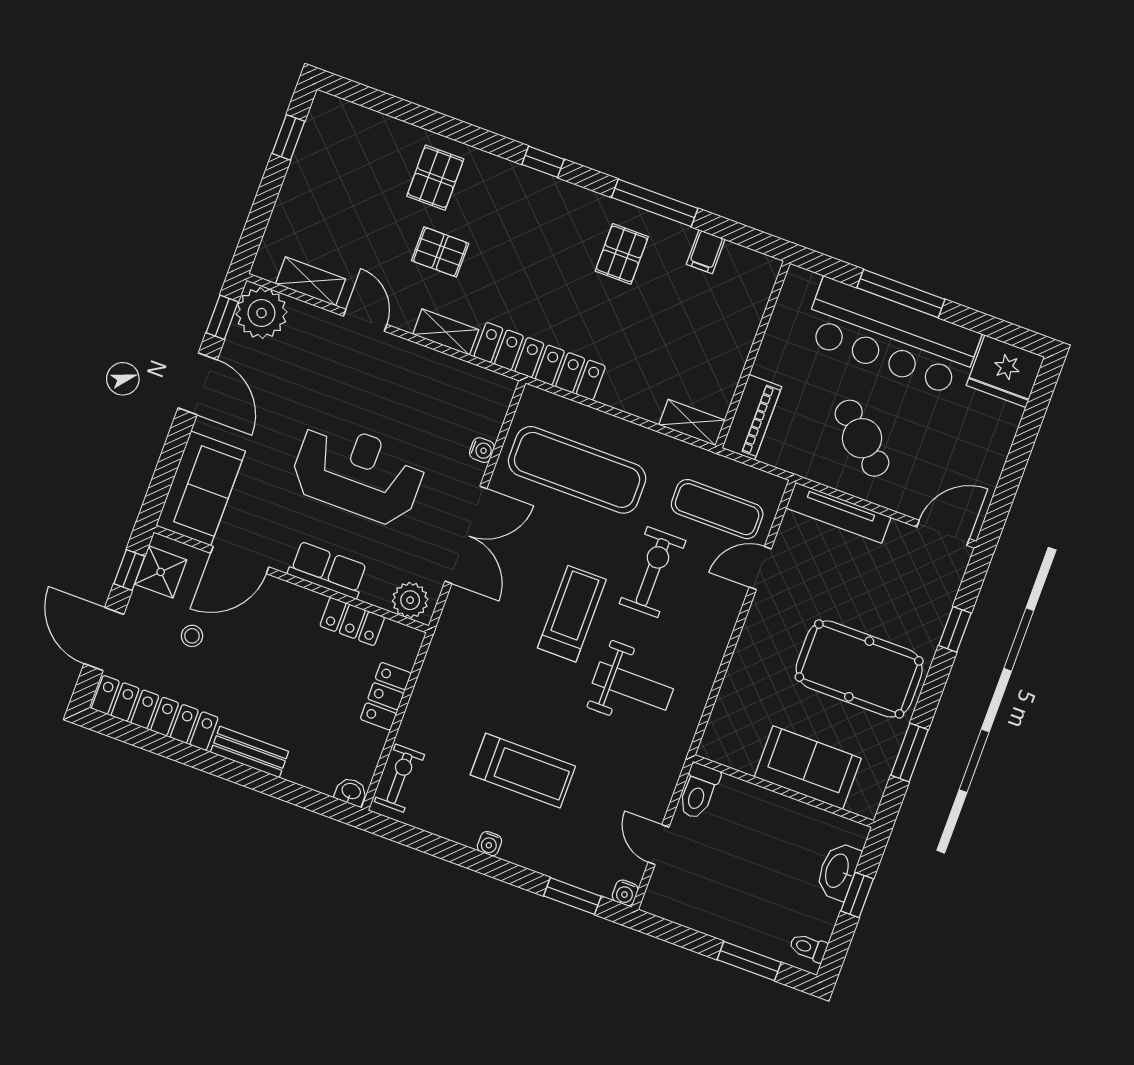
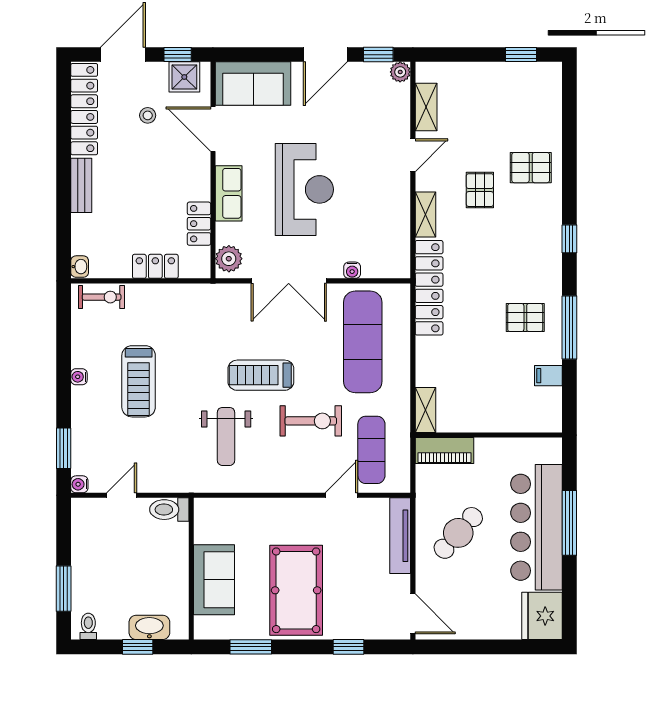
plant: (262, 313) -> (400, 72), width x0.53, depth x0.53
door: (760, 568) -> (341, 495), hinge flipped
treadmill: (572, 614) -> (261, 375), turned 180

